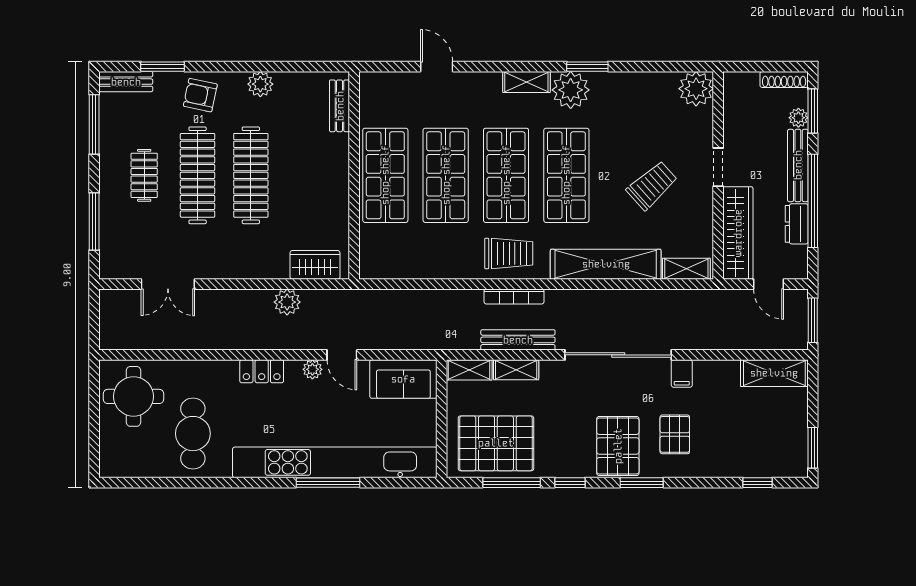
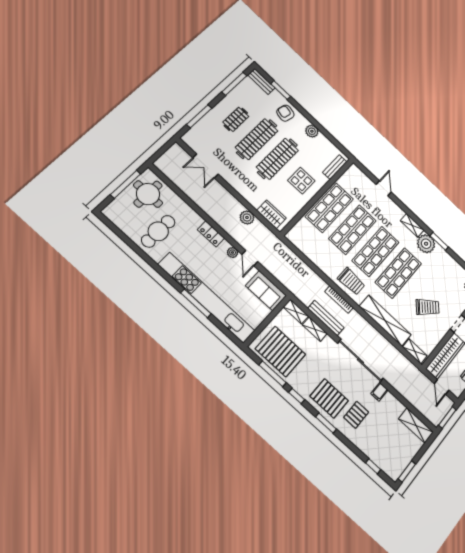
display table: (312, 174) -> (301, 181), added
window: (94, 411) -> (126, 184), added
pallet: (618, 446) -> (329, 398), turned 90

